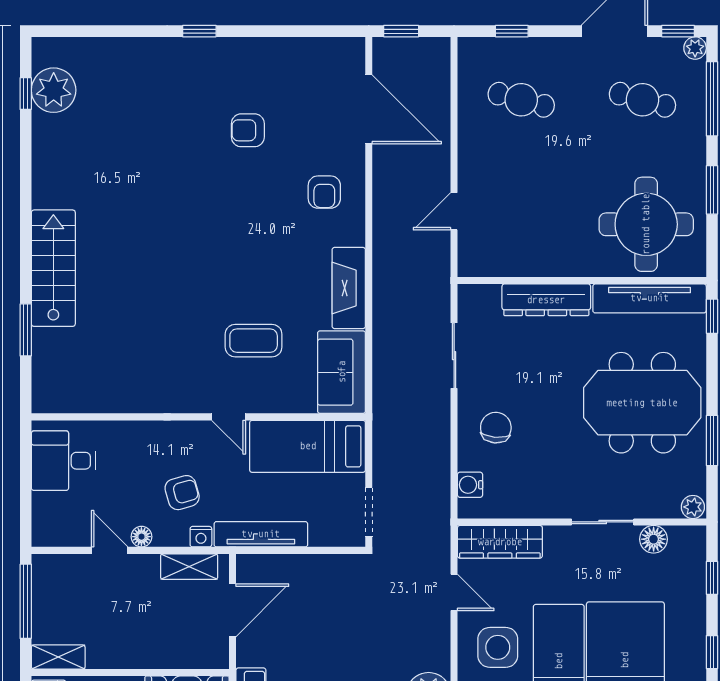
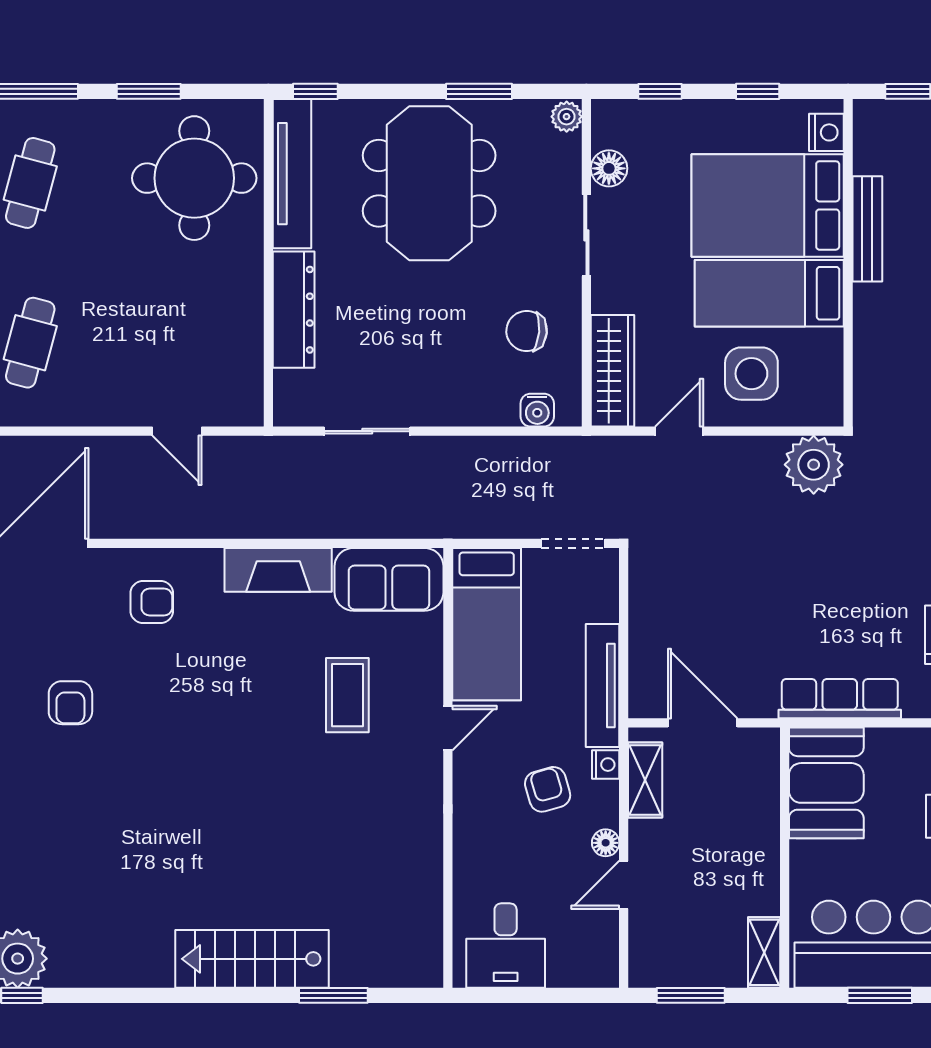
chair: (496, 428) -> (527, 331), moved
window: (26, 601) -> (691, 995), width x0.69

